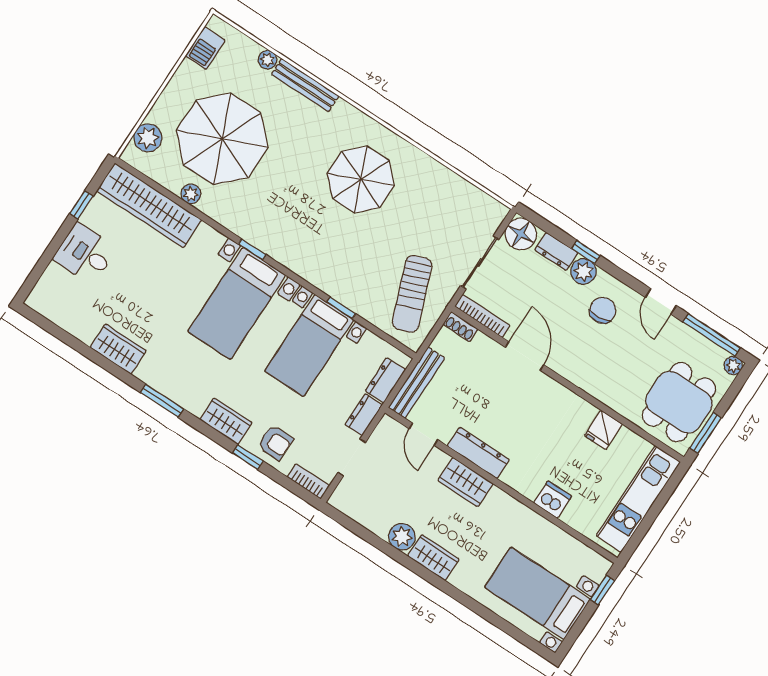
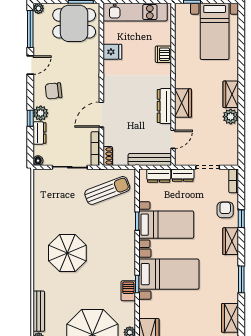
barbecue: (251, 230) -> (128, 291), added
floor lamp: (521, 234) -> (38, 161), width x0.53, depth x0.53

